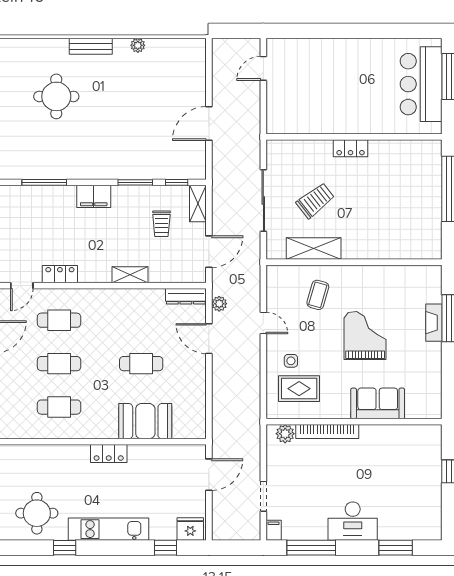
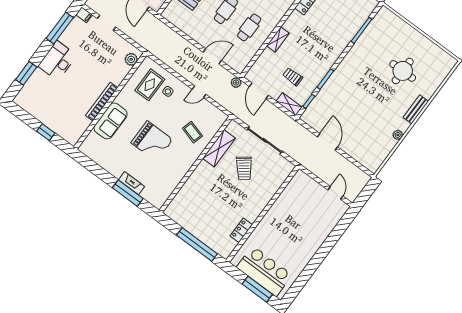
locker: (351, 148) -> (241, 230), moved
filing cabinet: (94, 196) -> (334, 51), removed
dresser: (186, 296) -> (244, 61), removed
plant: (219, 304) -> (236, 83), moved
cafe table: (141, 320) -> (249, 27), added
bookcase: (327, 431) -> (102, 102), moved

